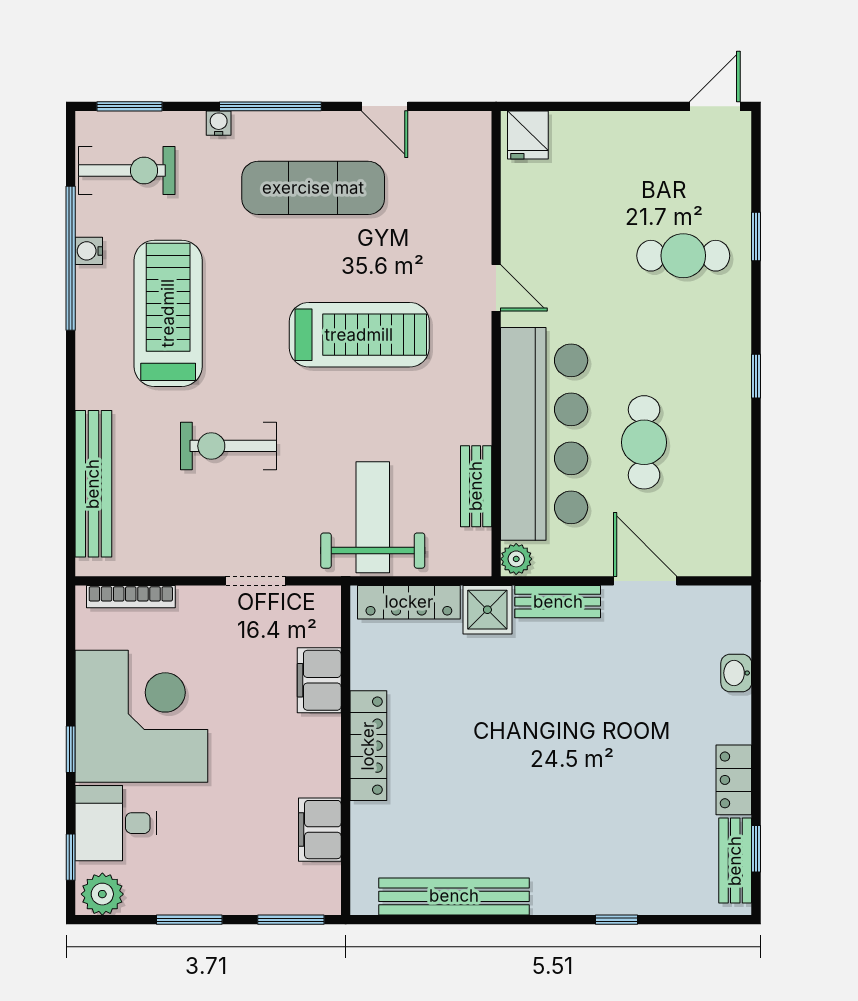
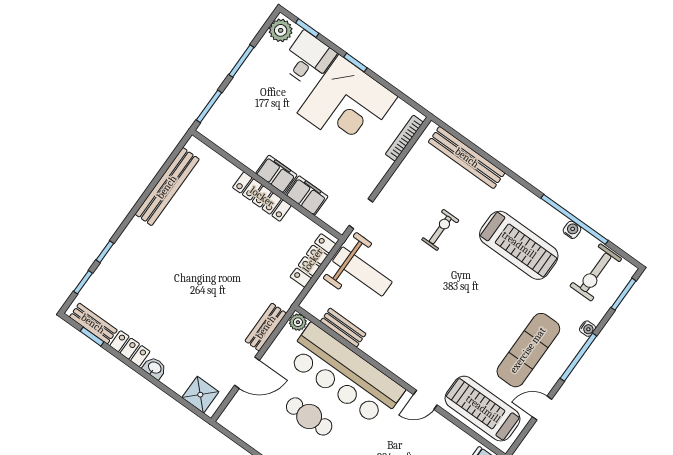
treadmill: (359, 335) -> (483, 409), moved, turned 90
exercise bike: (229, 446) -> (440, 230), width x0.73, depth x0.72
doorway: (256, 581) -> (361, 214), moved
shower: (487, 610) -> (200, 395), moved
washbasin: (736, 673) -> (154, 368), moved
filing cabinet: (320, 830) -> (276, 174), moved
window: (685, 920) -> (83, 282), added

